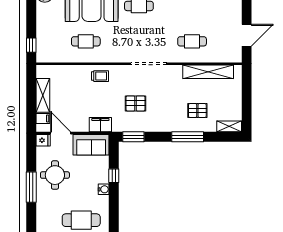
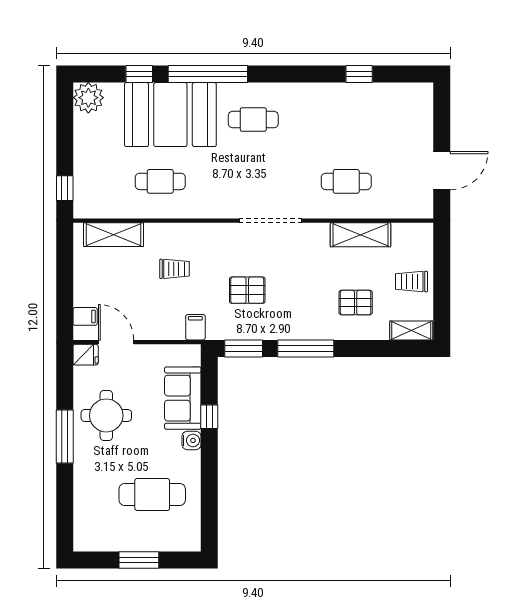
shelving: (208, 72) -> (361, 235), width x0.68
trolley: (100, 76) -> (174, 269), moved
shelving: (43, 95) -> (114, 235), moved, turned 90
trolley: (229, 99) -> (411, 282), added
filing cabinet: (100, 125) -> (195, 327), width x0.50
window: (188, 137) -> (306, 348), moved
sofa: (91, 145) -> (183, 398), moved, turned 90

